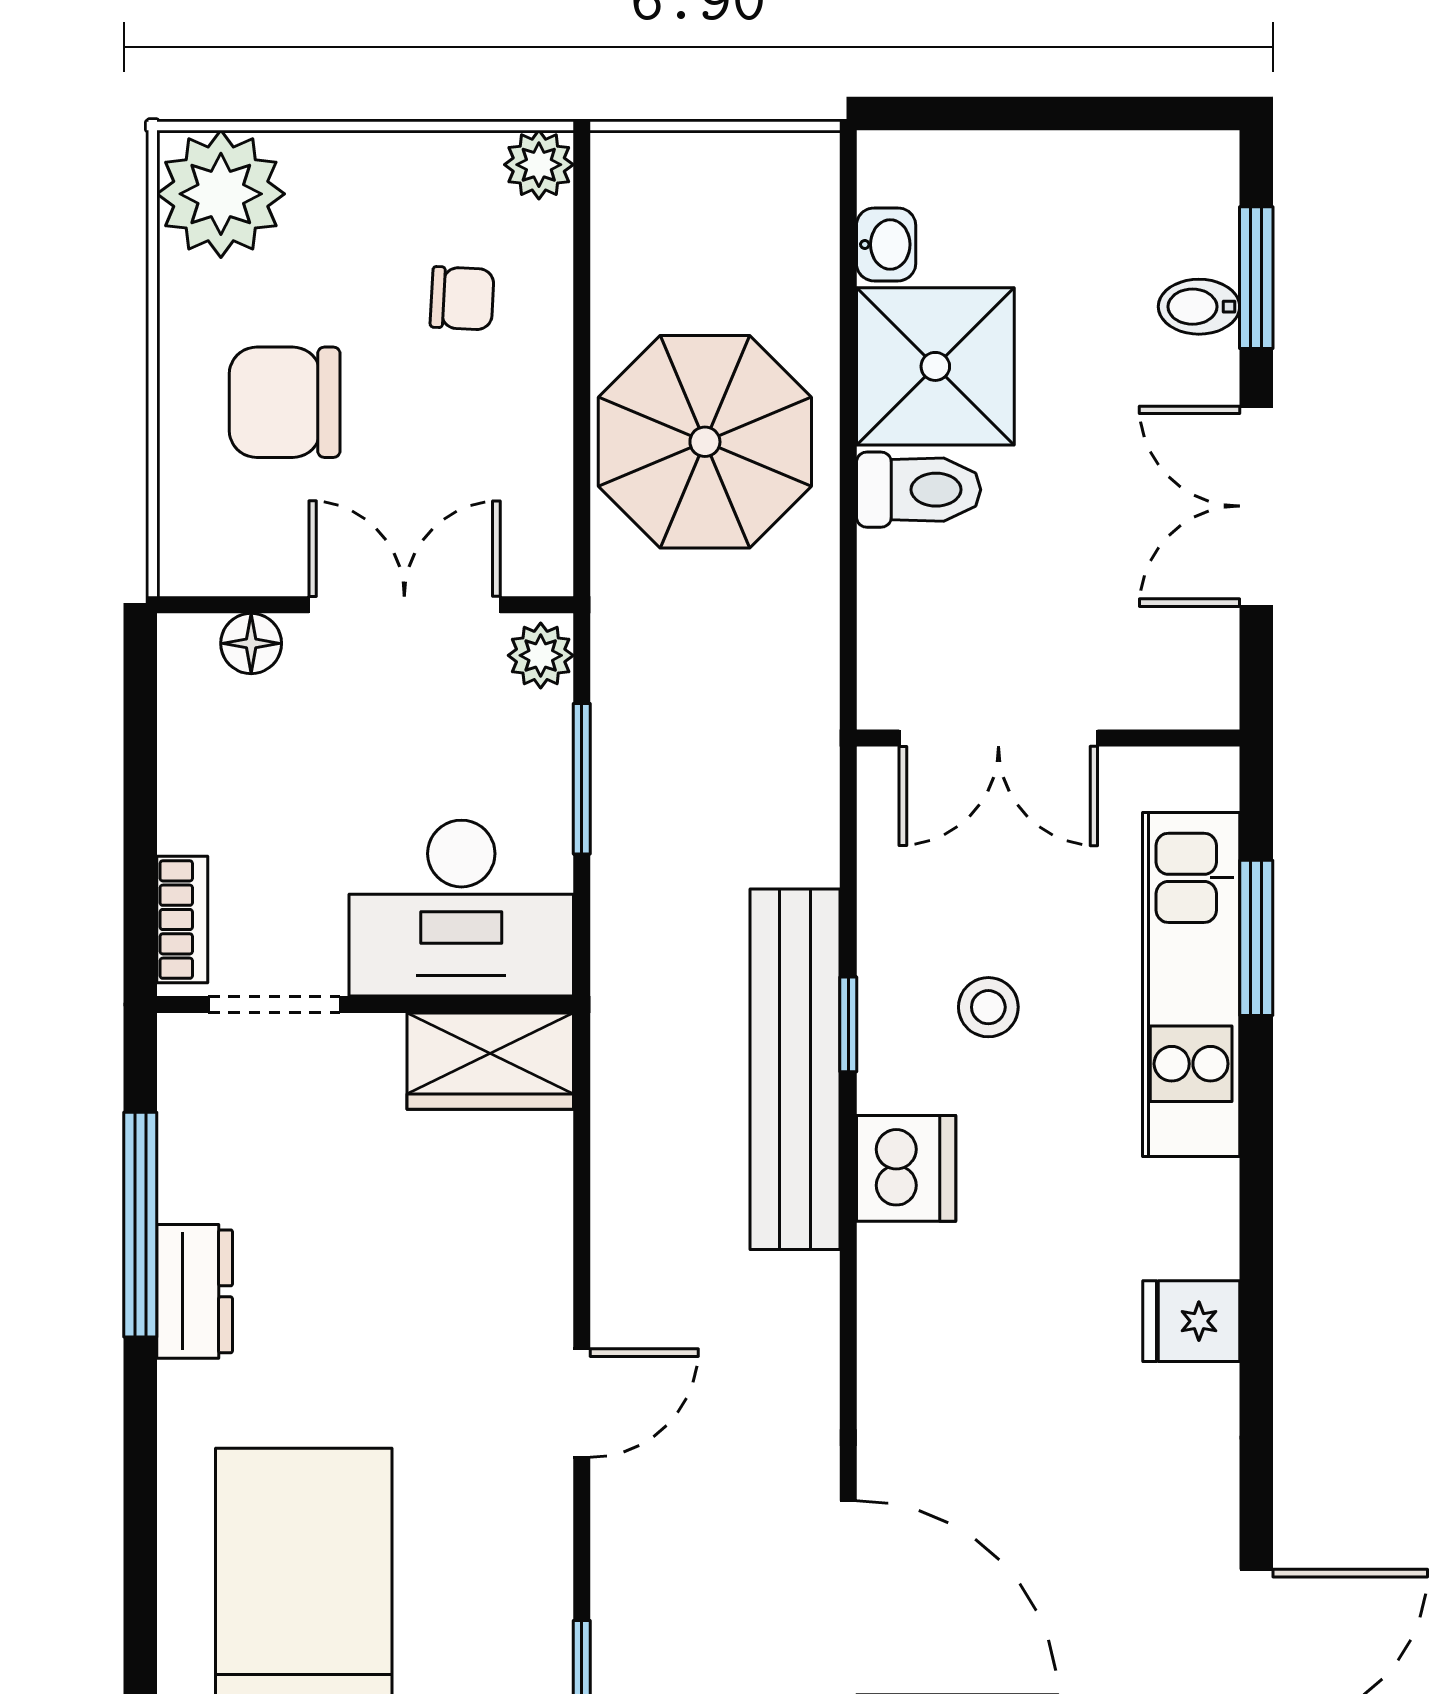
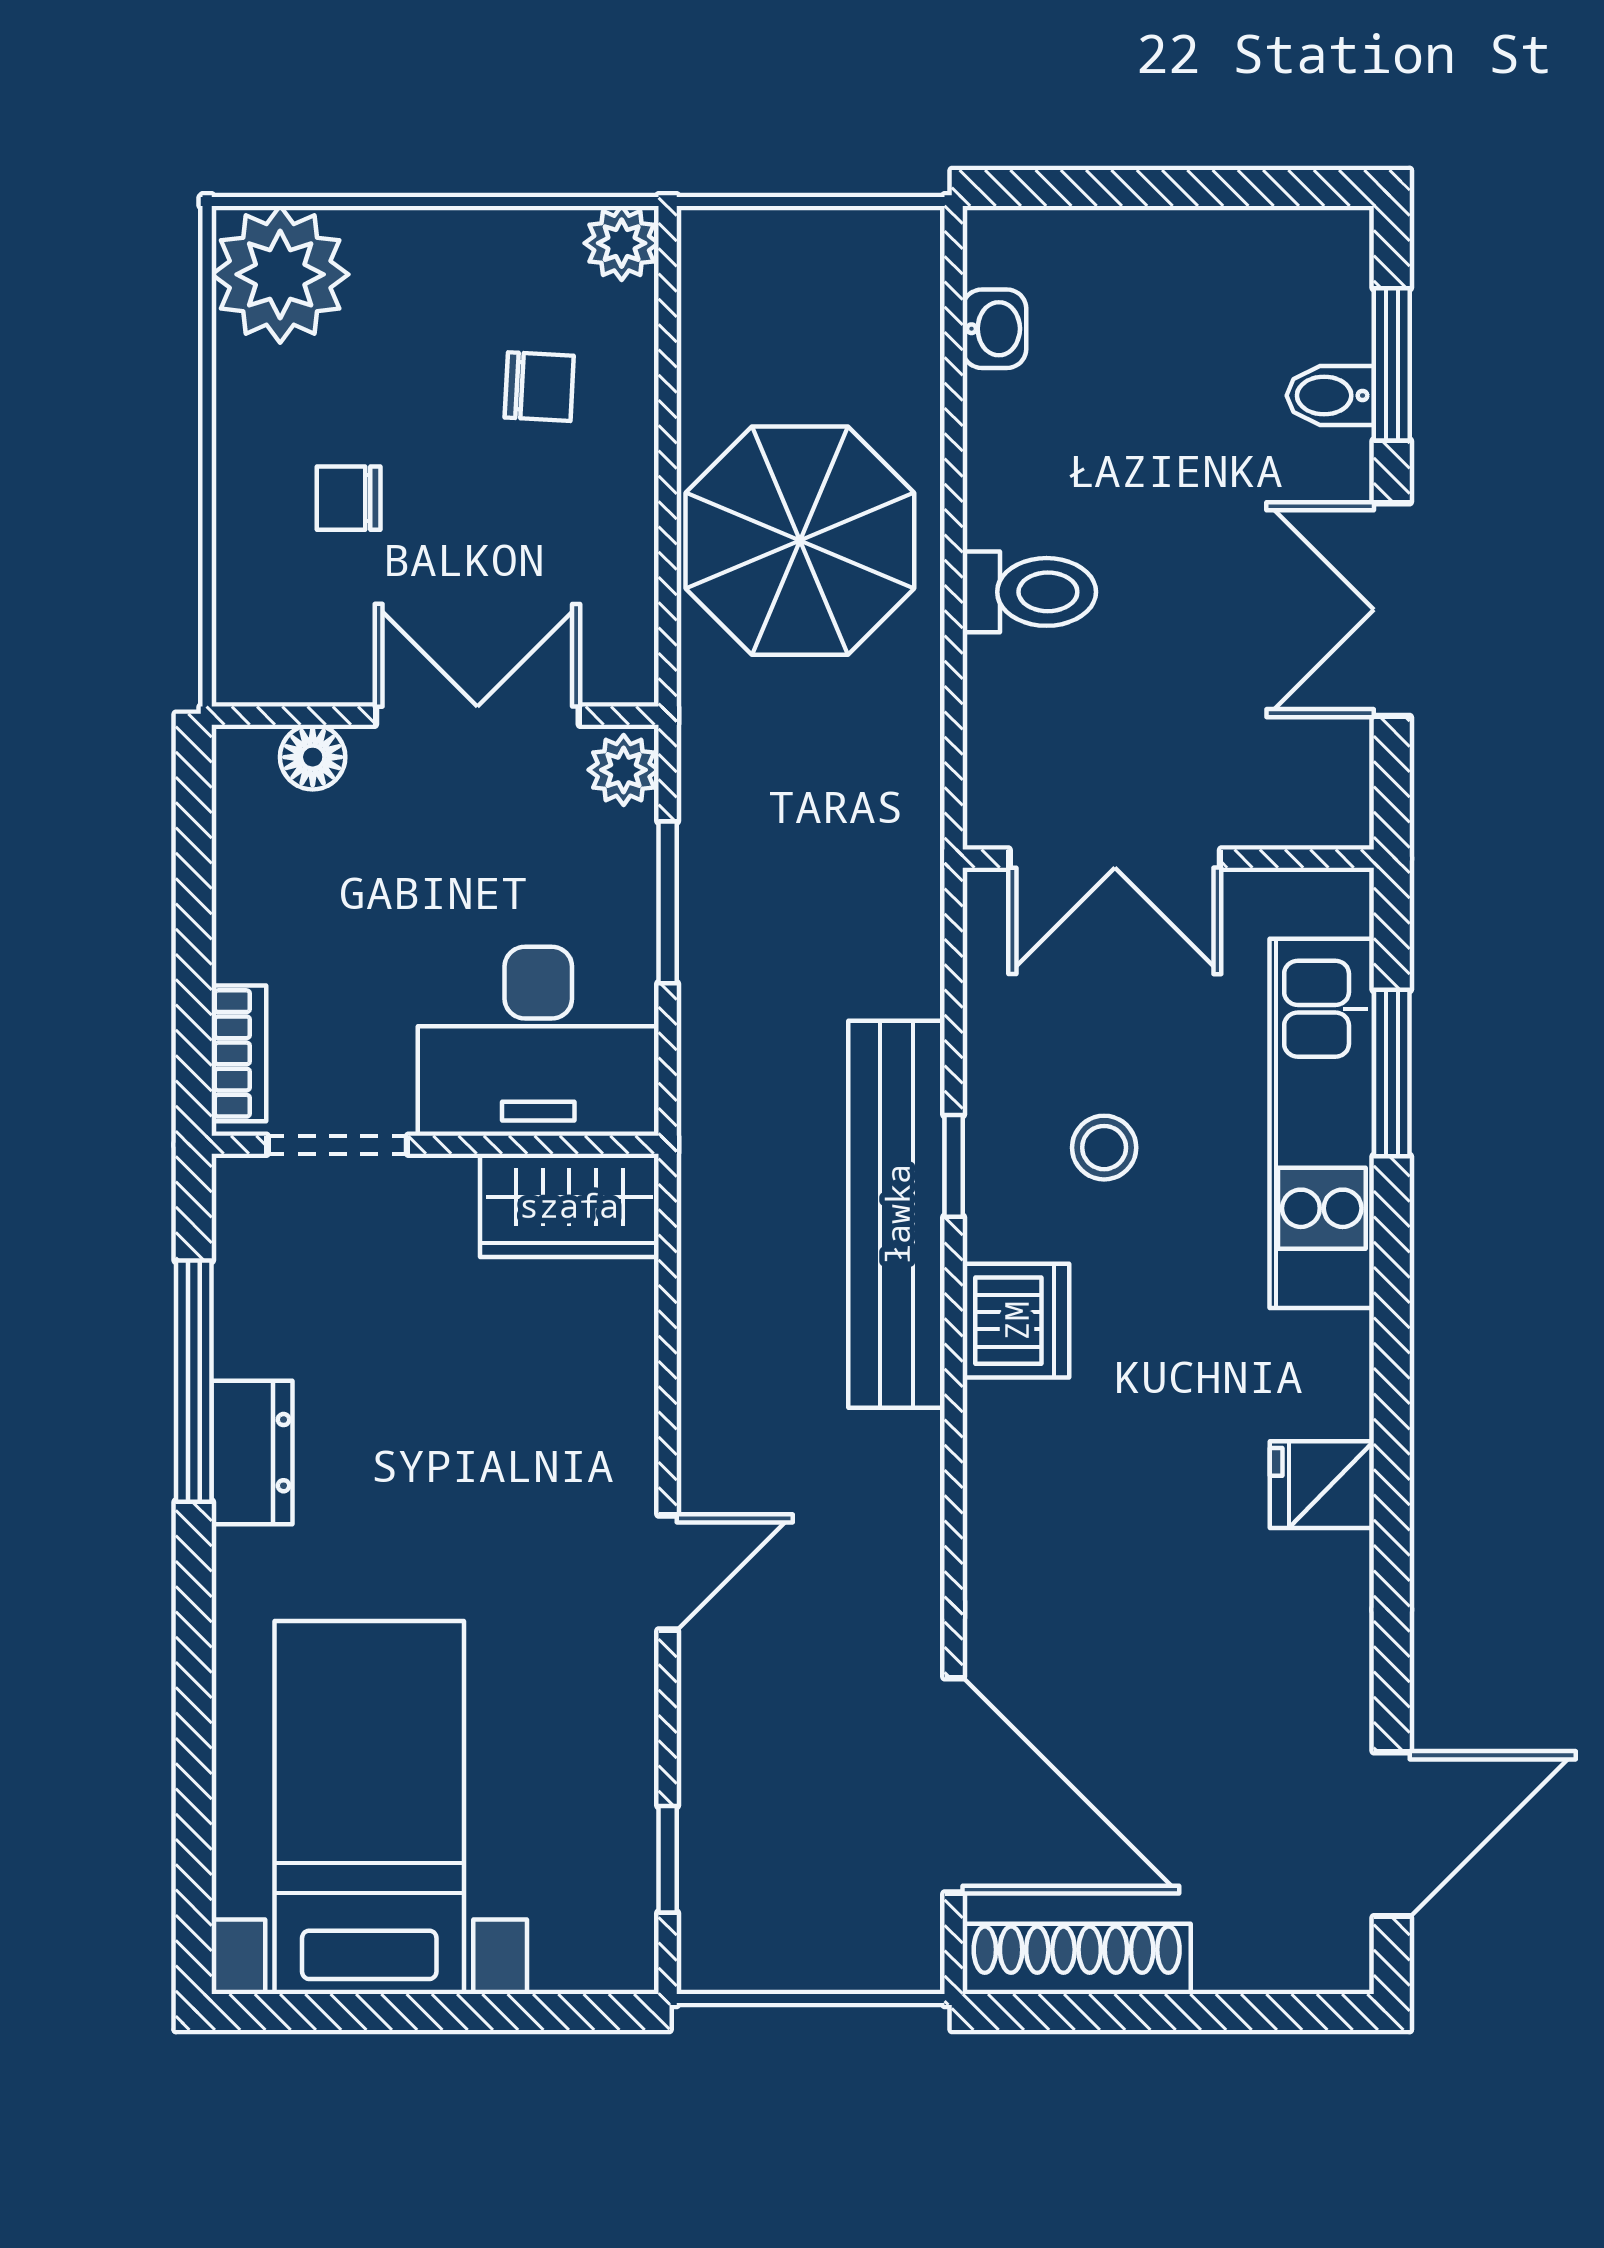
shower: (935, 366) -> (1047, 460), removed
chair: (285, 402) -> (349, 498), width x0.54, depth x0.54

